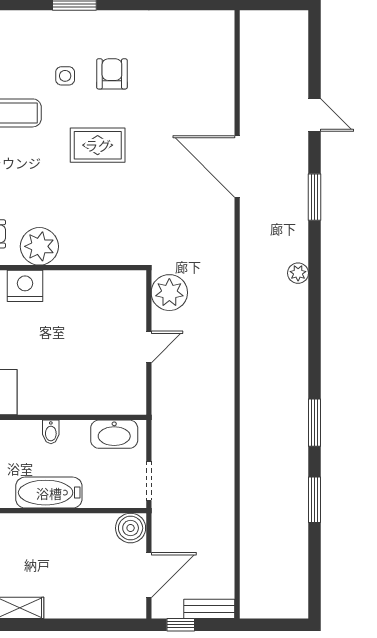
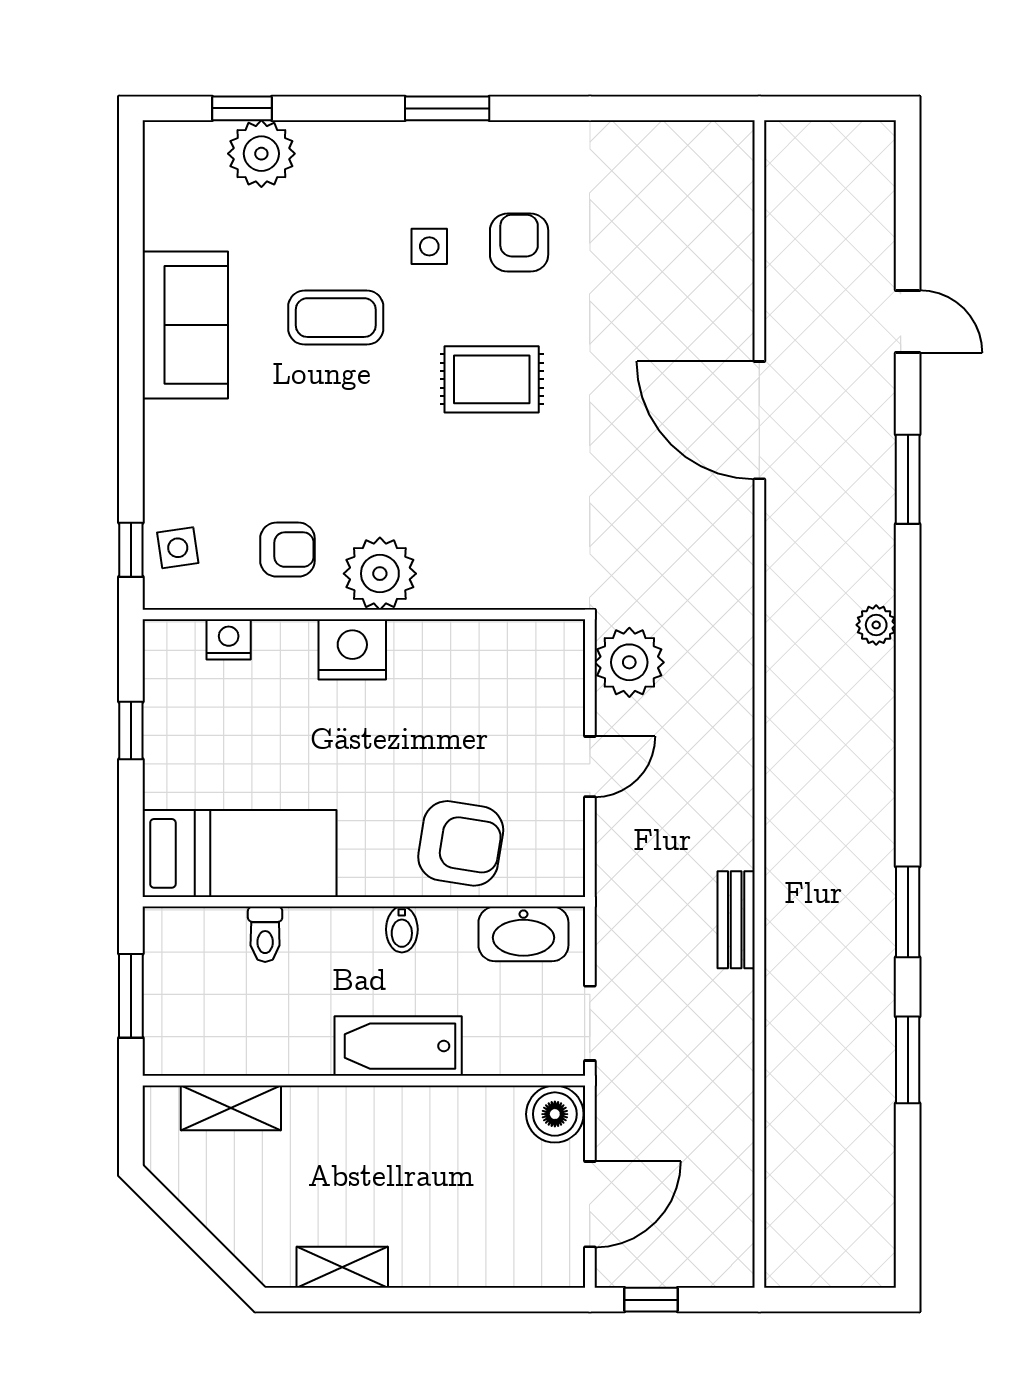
armchair: (81, 387) -> (461, 843), added
bench: (209, 609) -> (736, 920), moved, turned 90

